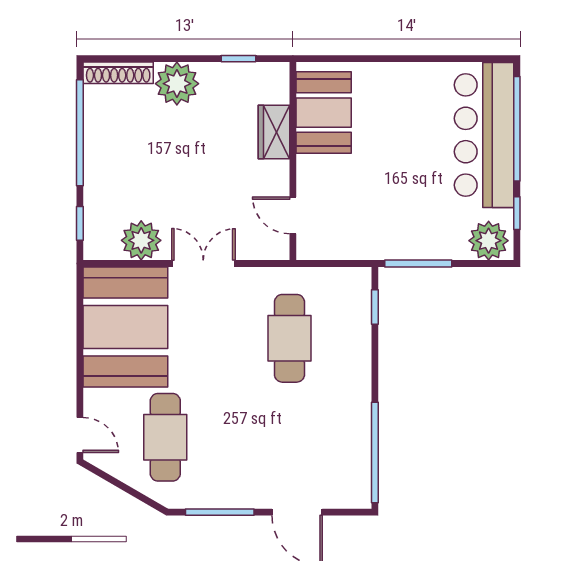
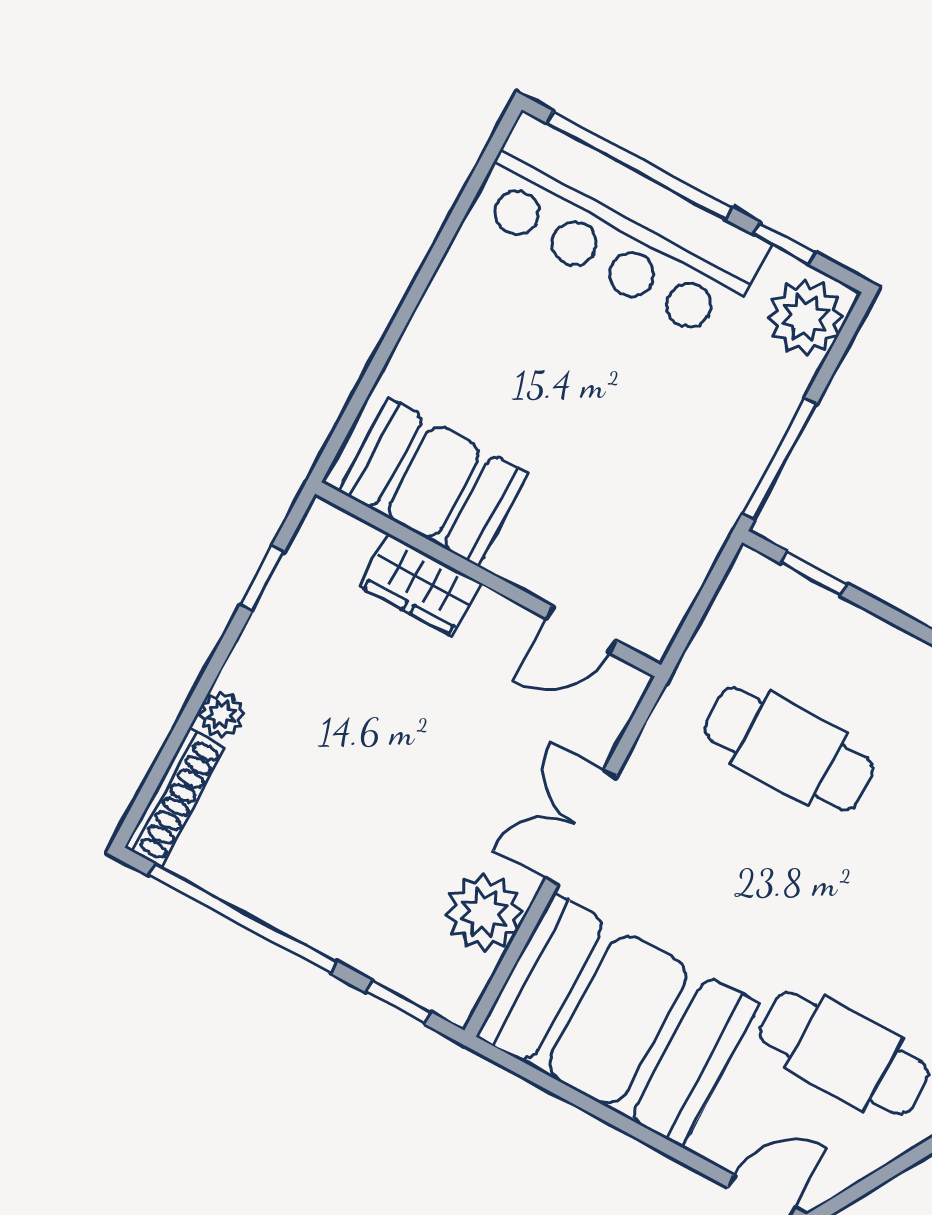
plant: (177, 84) -> (221, 715), width x0.53, depth x0.53

